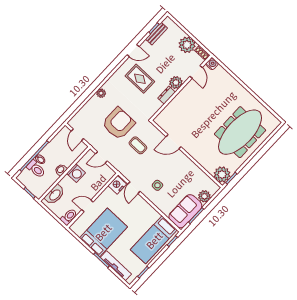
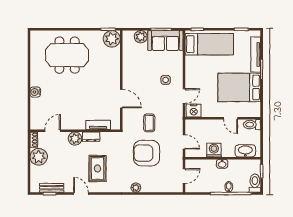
water cooler: (212, 64) -> (35, 92), moved
tv unit: (170, 108) -> (98, 125), added
meeting table: (240, 132) -> (67, 55), width x0.73
toilet: (36, 169) -> (255, 183), moved

